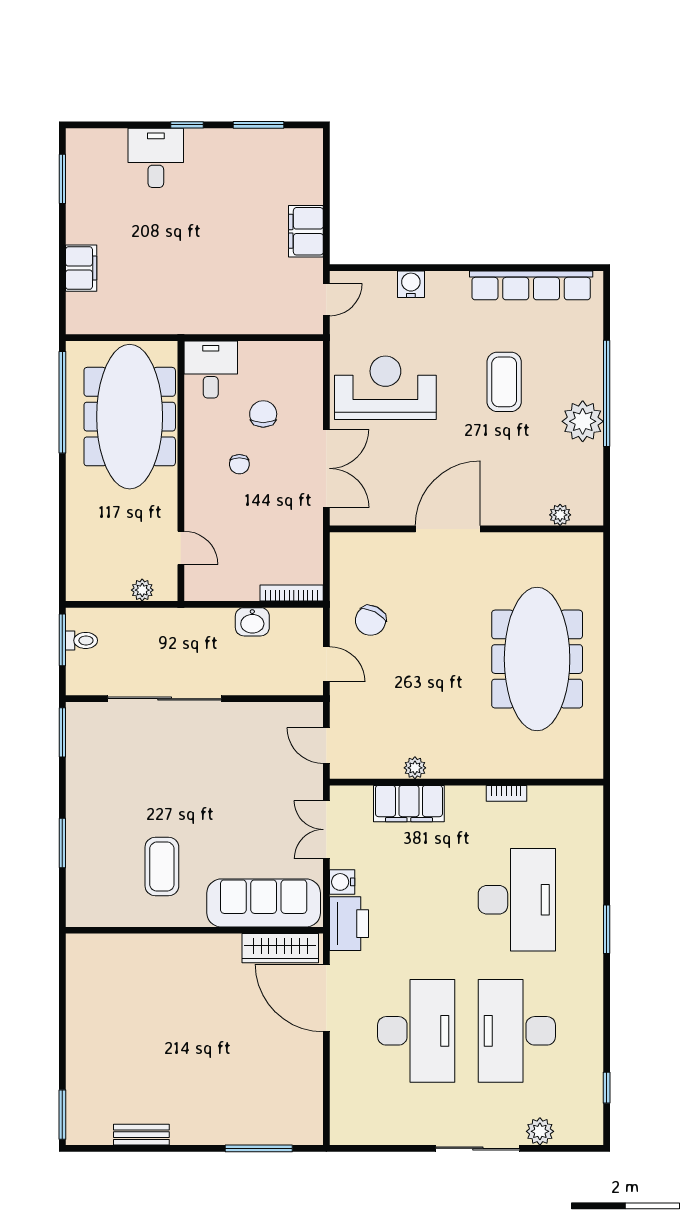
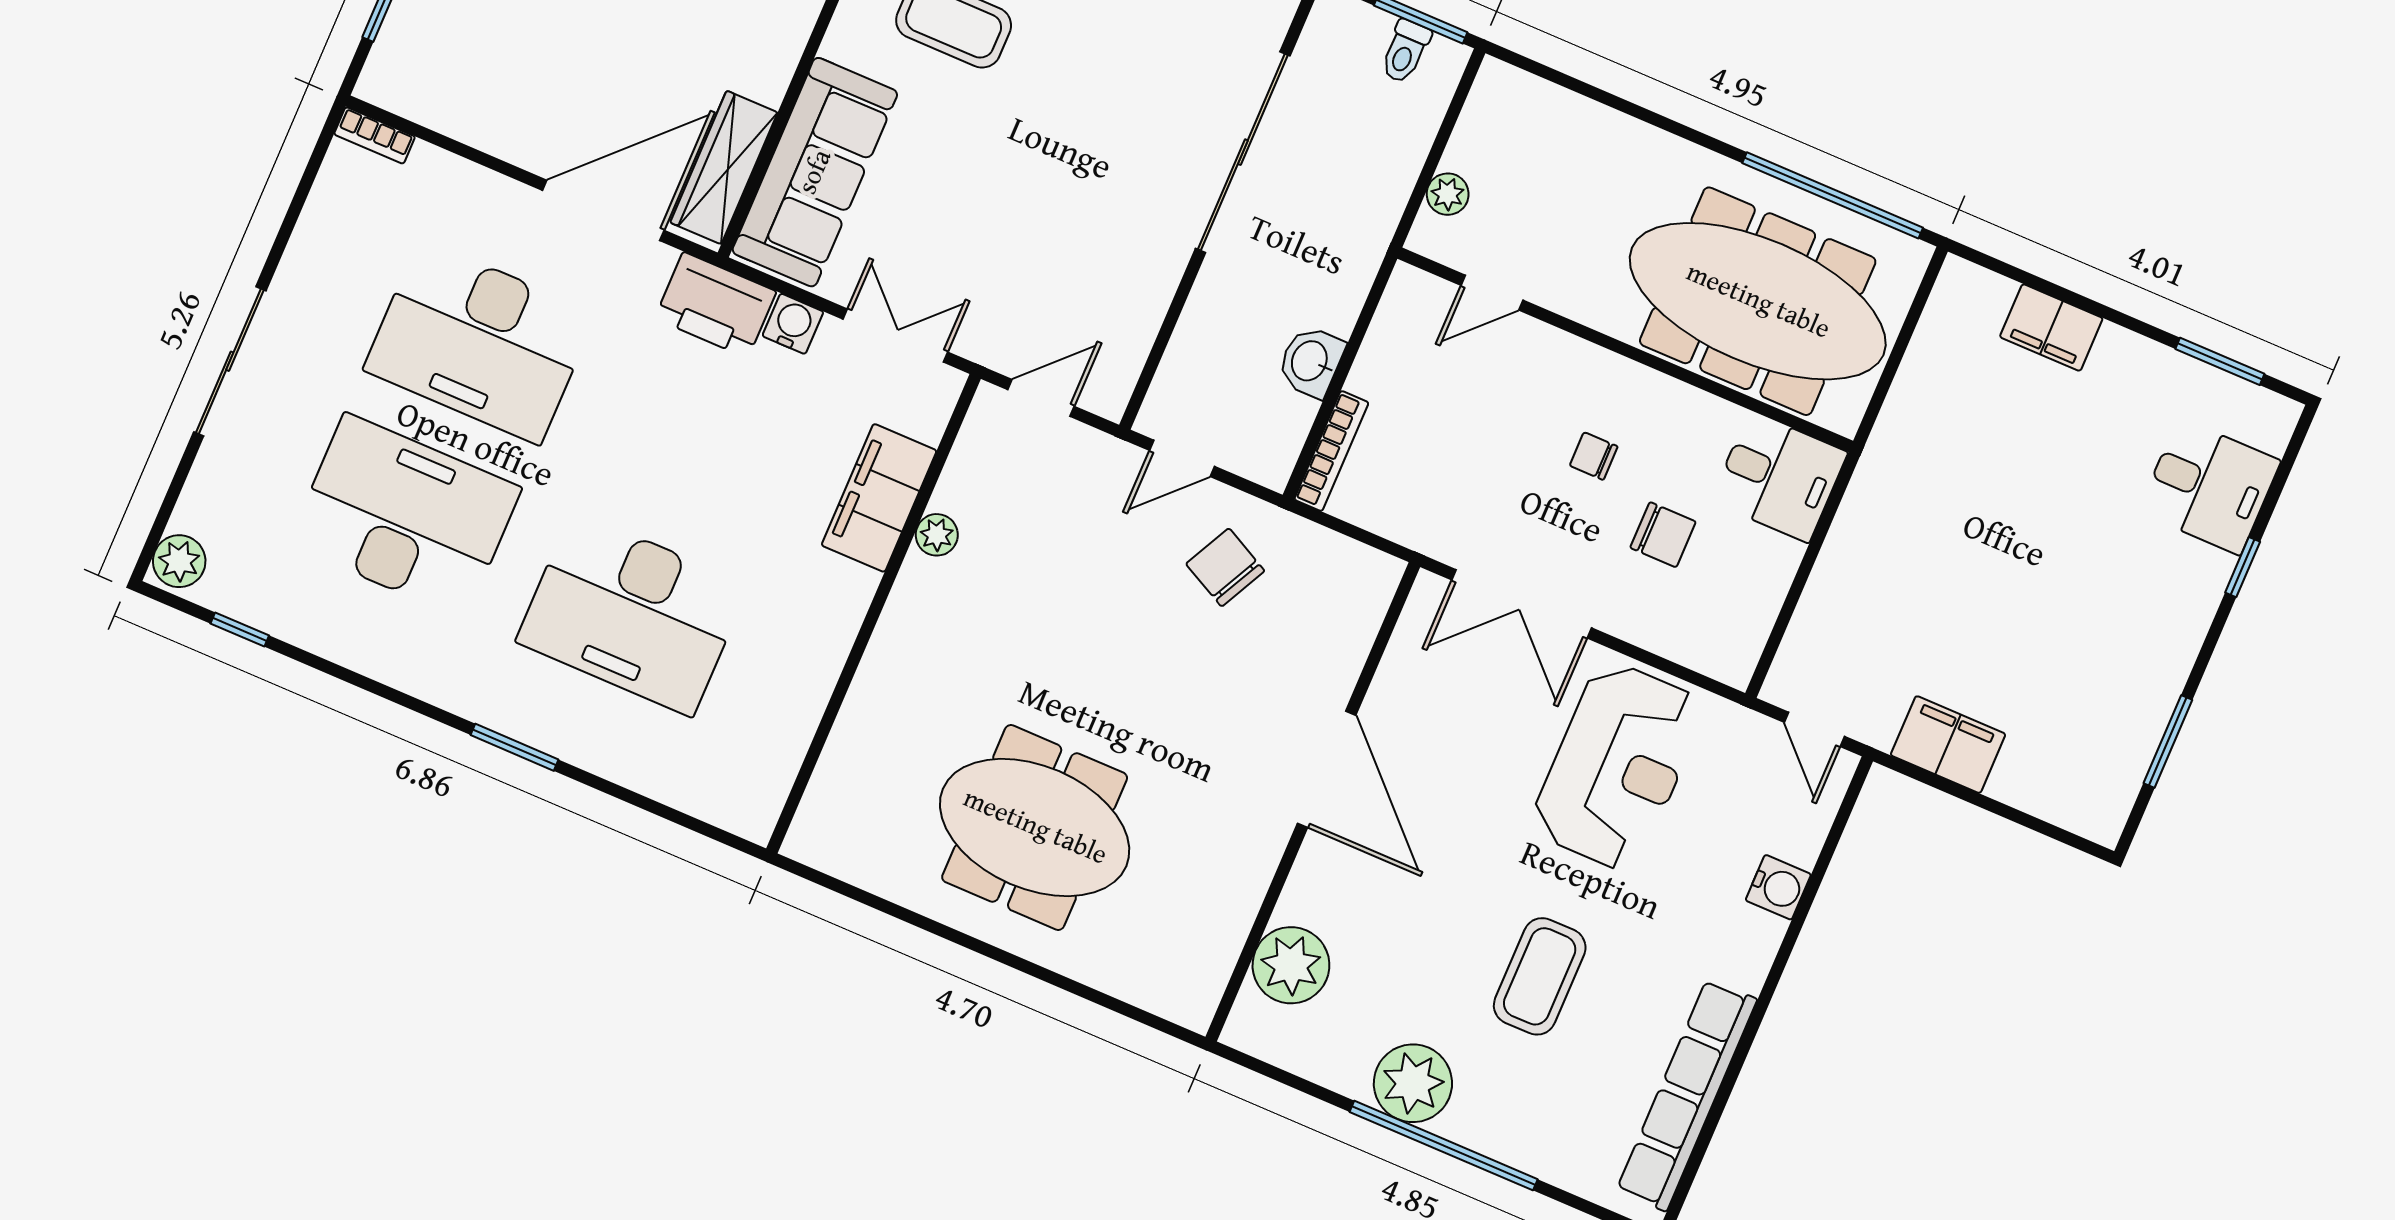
window: (187, 125) -> (2243, 567), moved
desk: (156, 158) -> (2209, 486), moved
coffee table: (504, 382) -> (1540, 976), turned 90
plant: (560, 515) -> (1291, 965), width x1.88, depth x1.88
meeting table: (537, 659) -> (1035, 827), width x0.73
bookcase: (506, 793) -> (375, 135), moved, turned -90
plant: (540, 1131) -> (179, 561), moved

